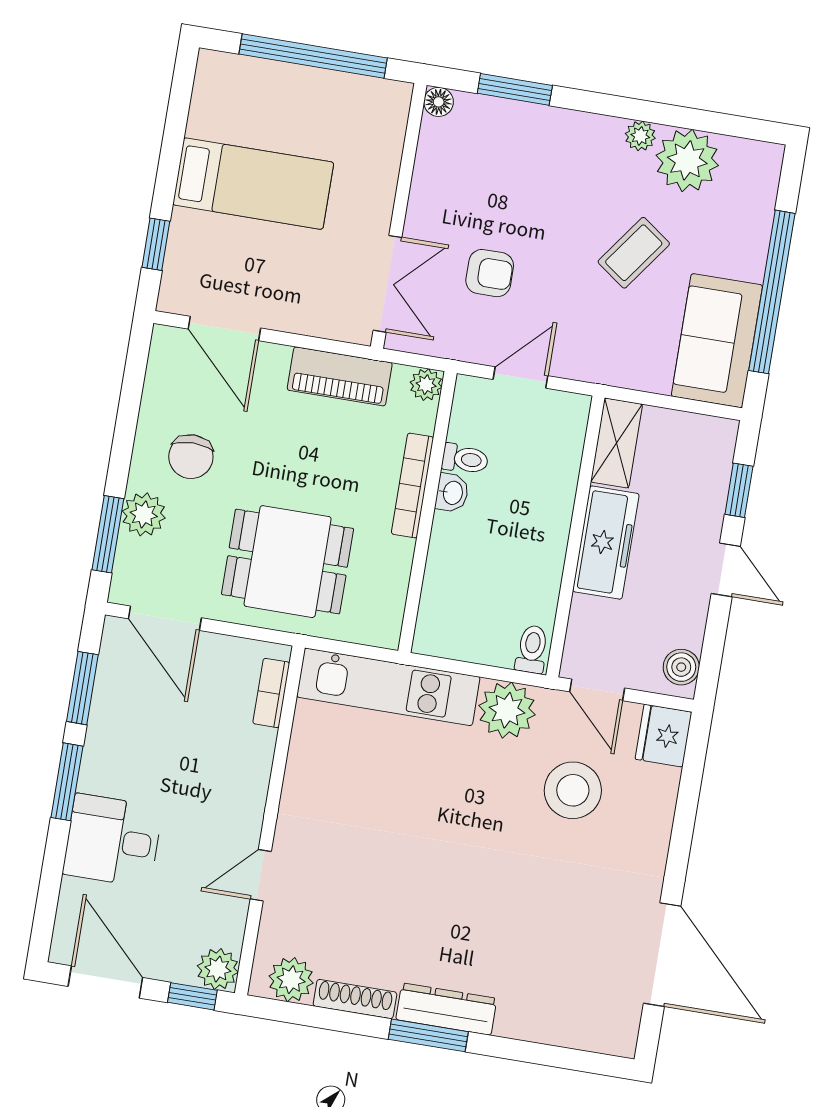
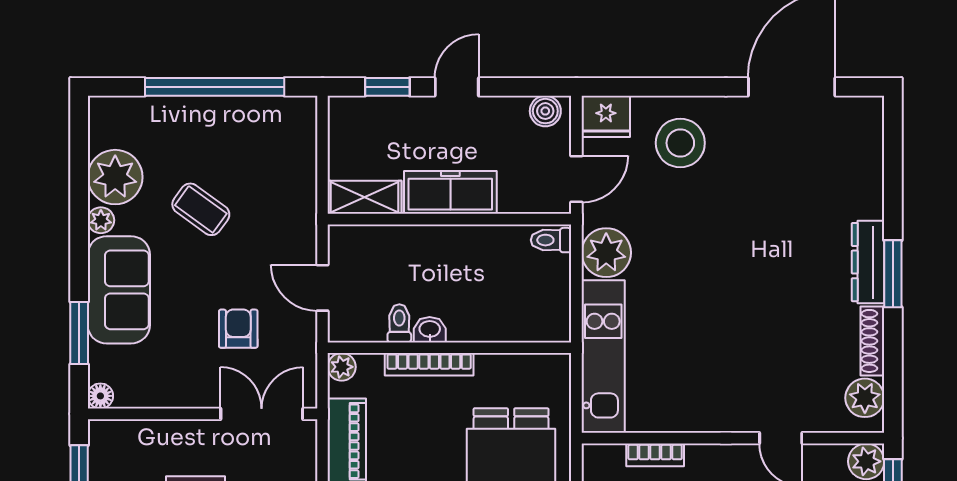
sofa: (717, 341) -> (119, 290), moved, turned -90
bookcase: (271, 693) -> (655, 455), moved
stool: (573, 790) -> (680, 143), moved

